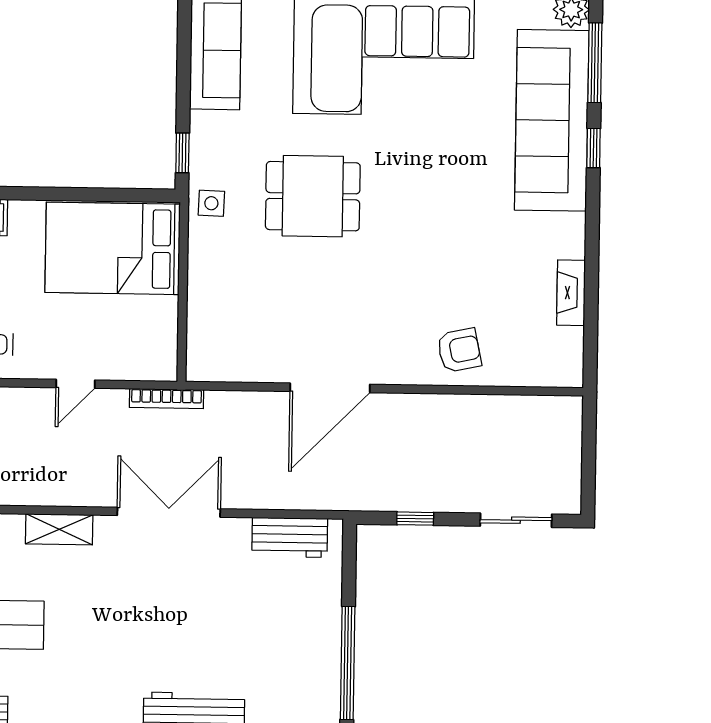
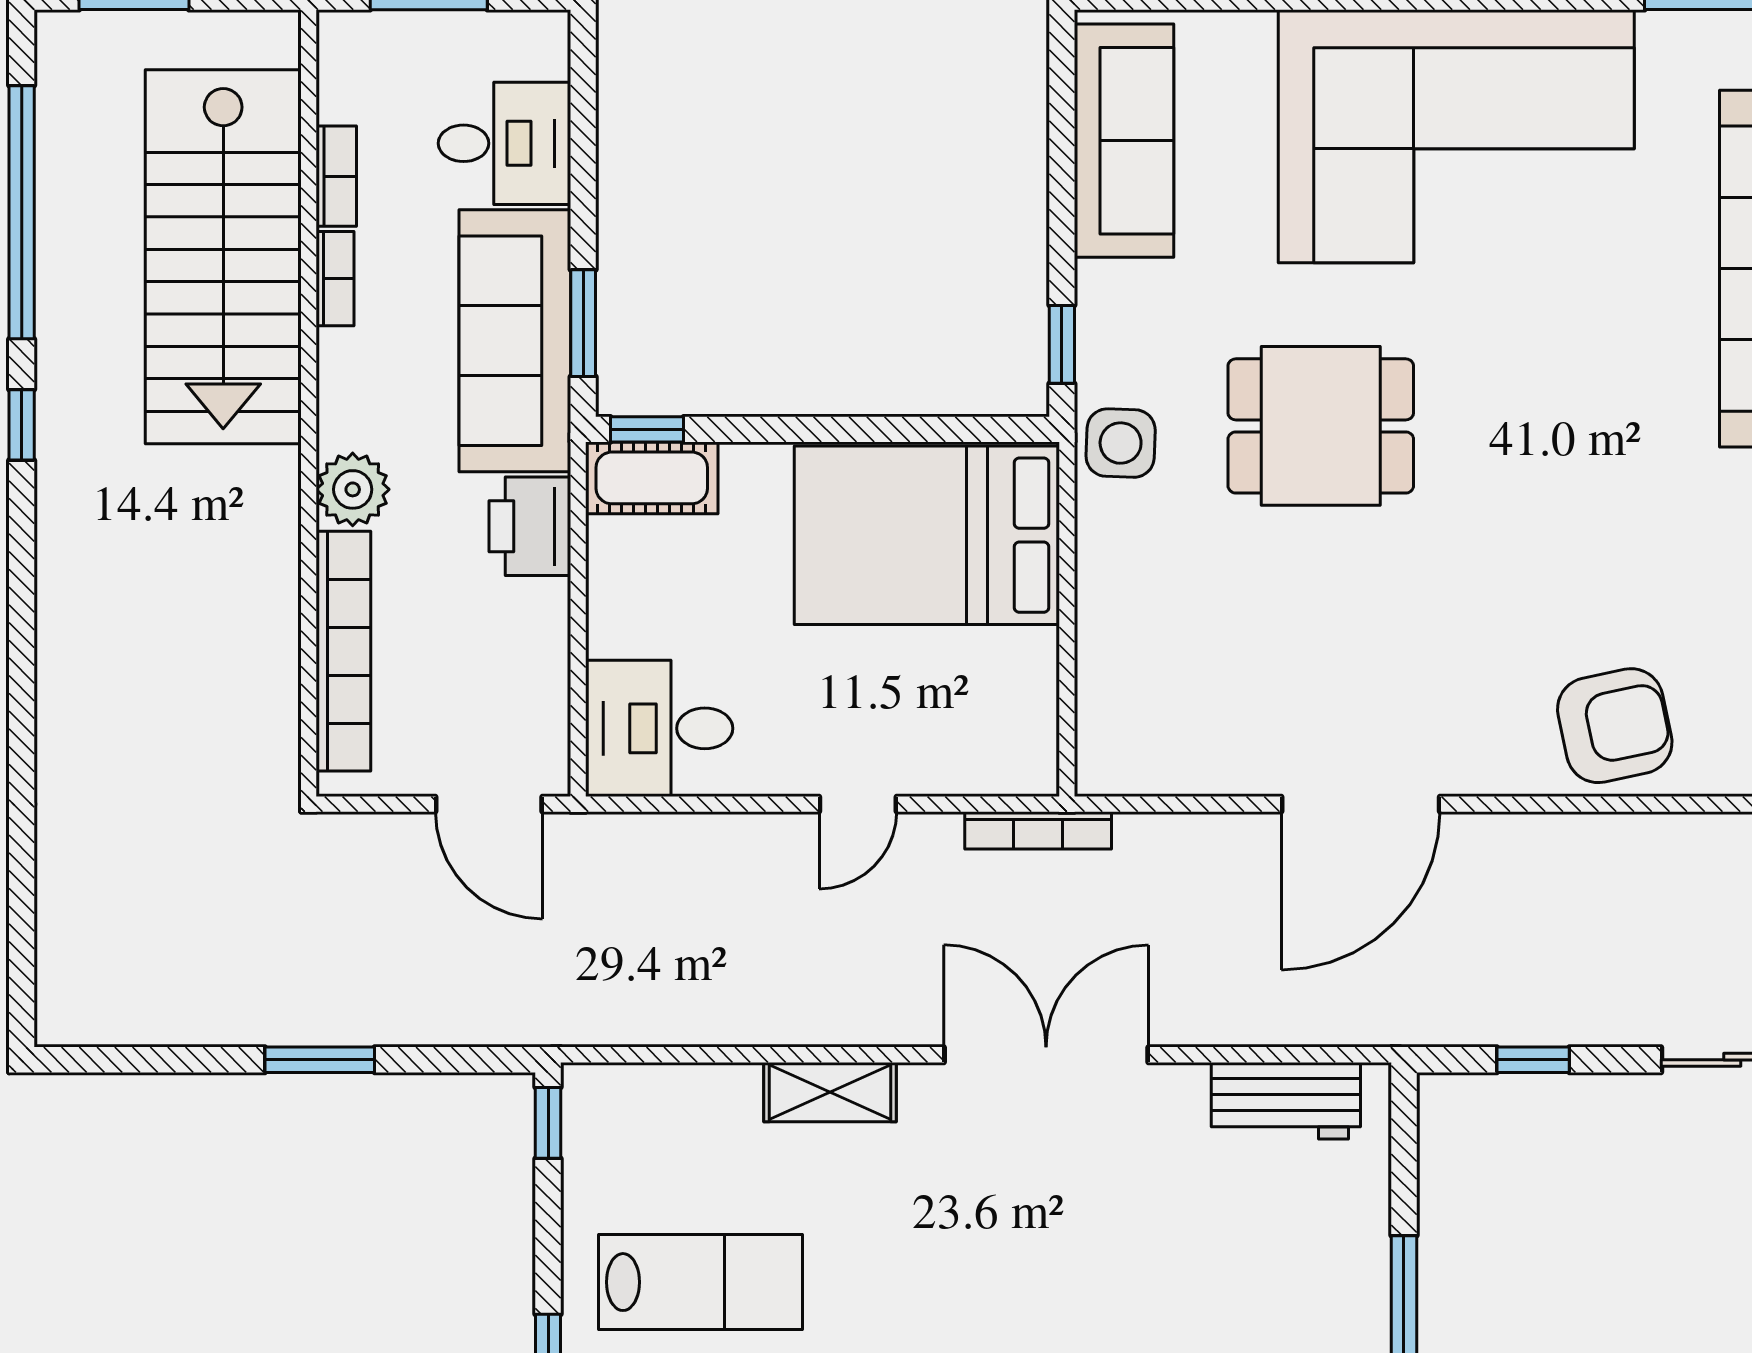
side table: (211, 203) -> (1121, 443), width x1.37, depth x1.37
armchair: (459, 350) -> (1615, 726), width x1.38, depth x1.38

